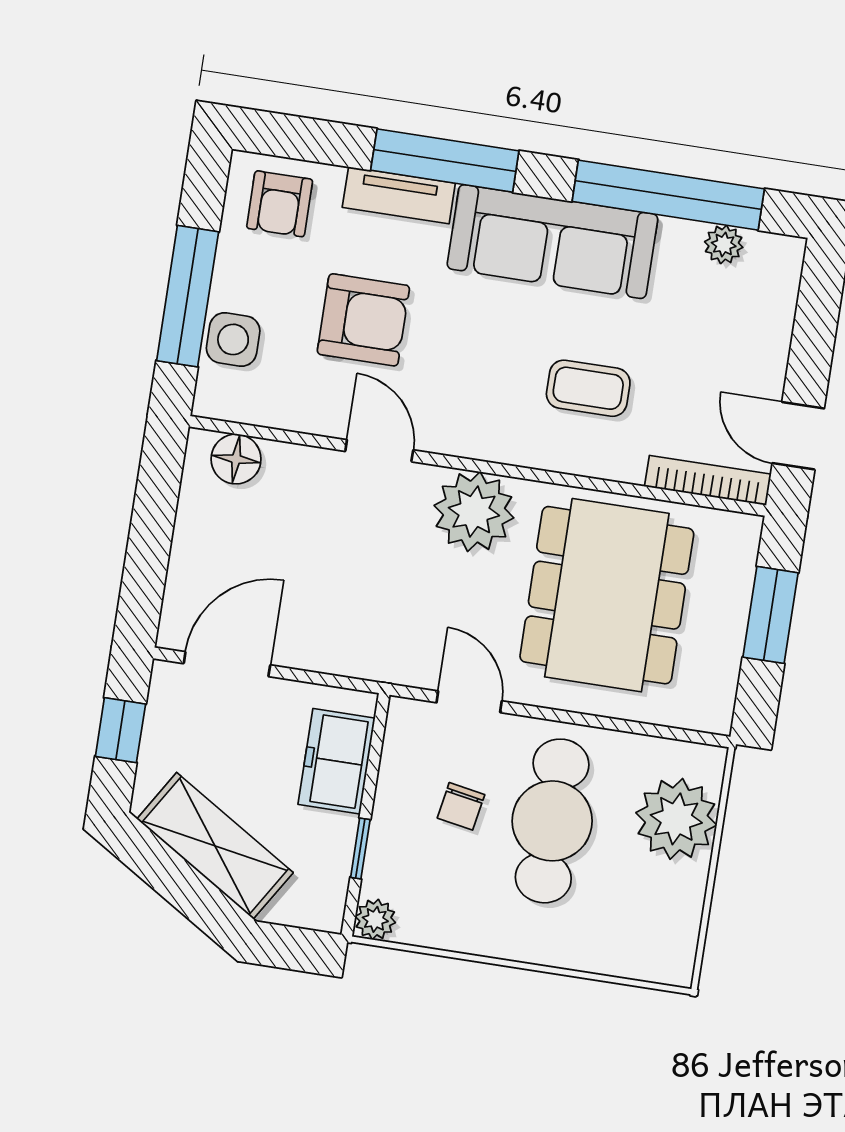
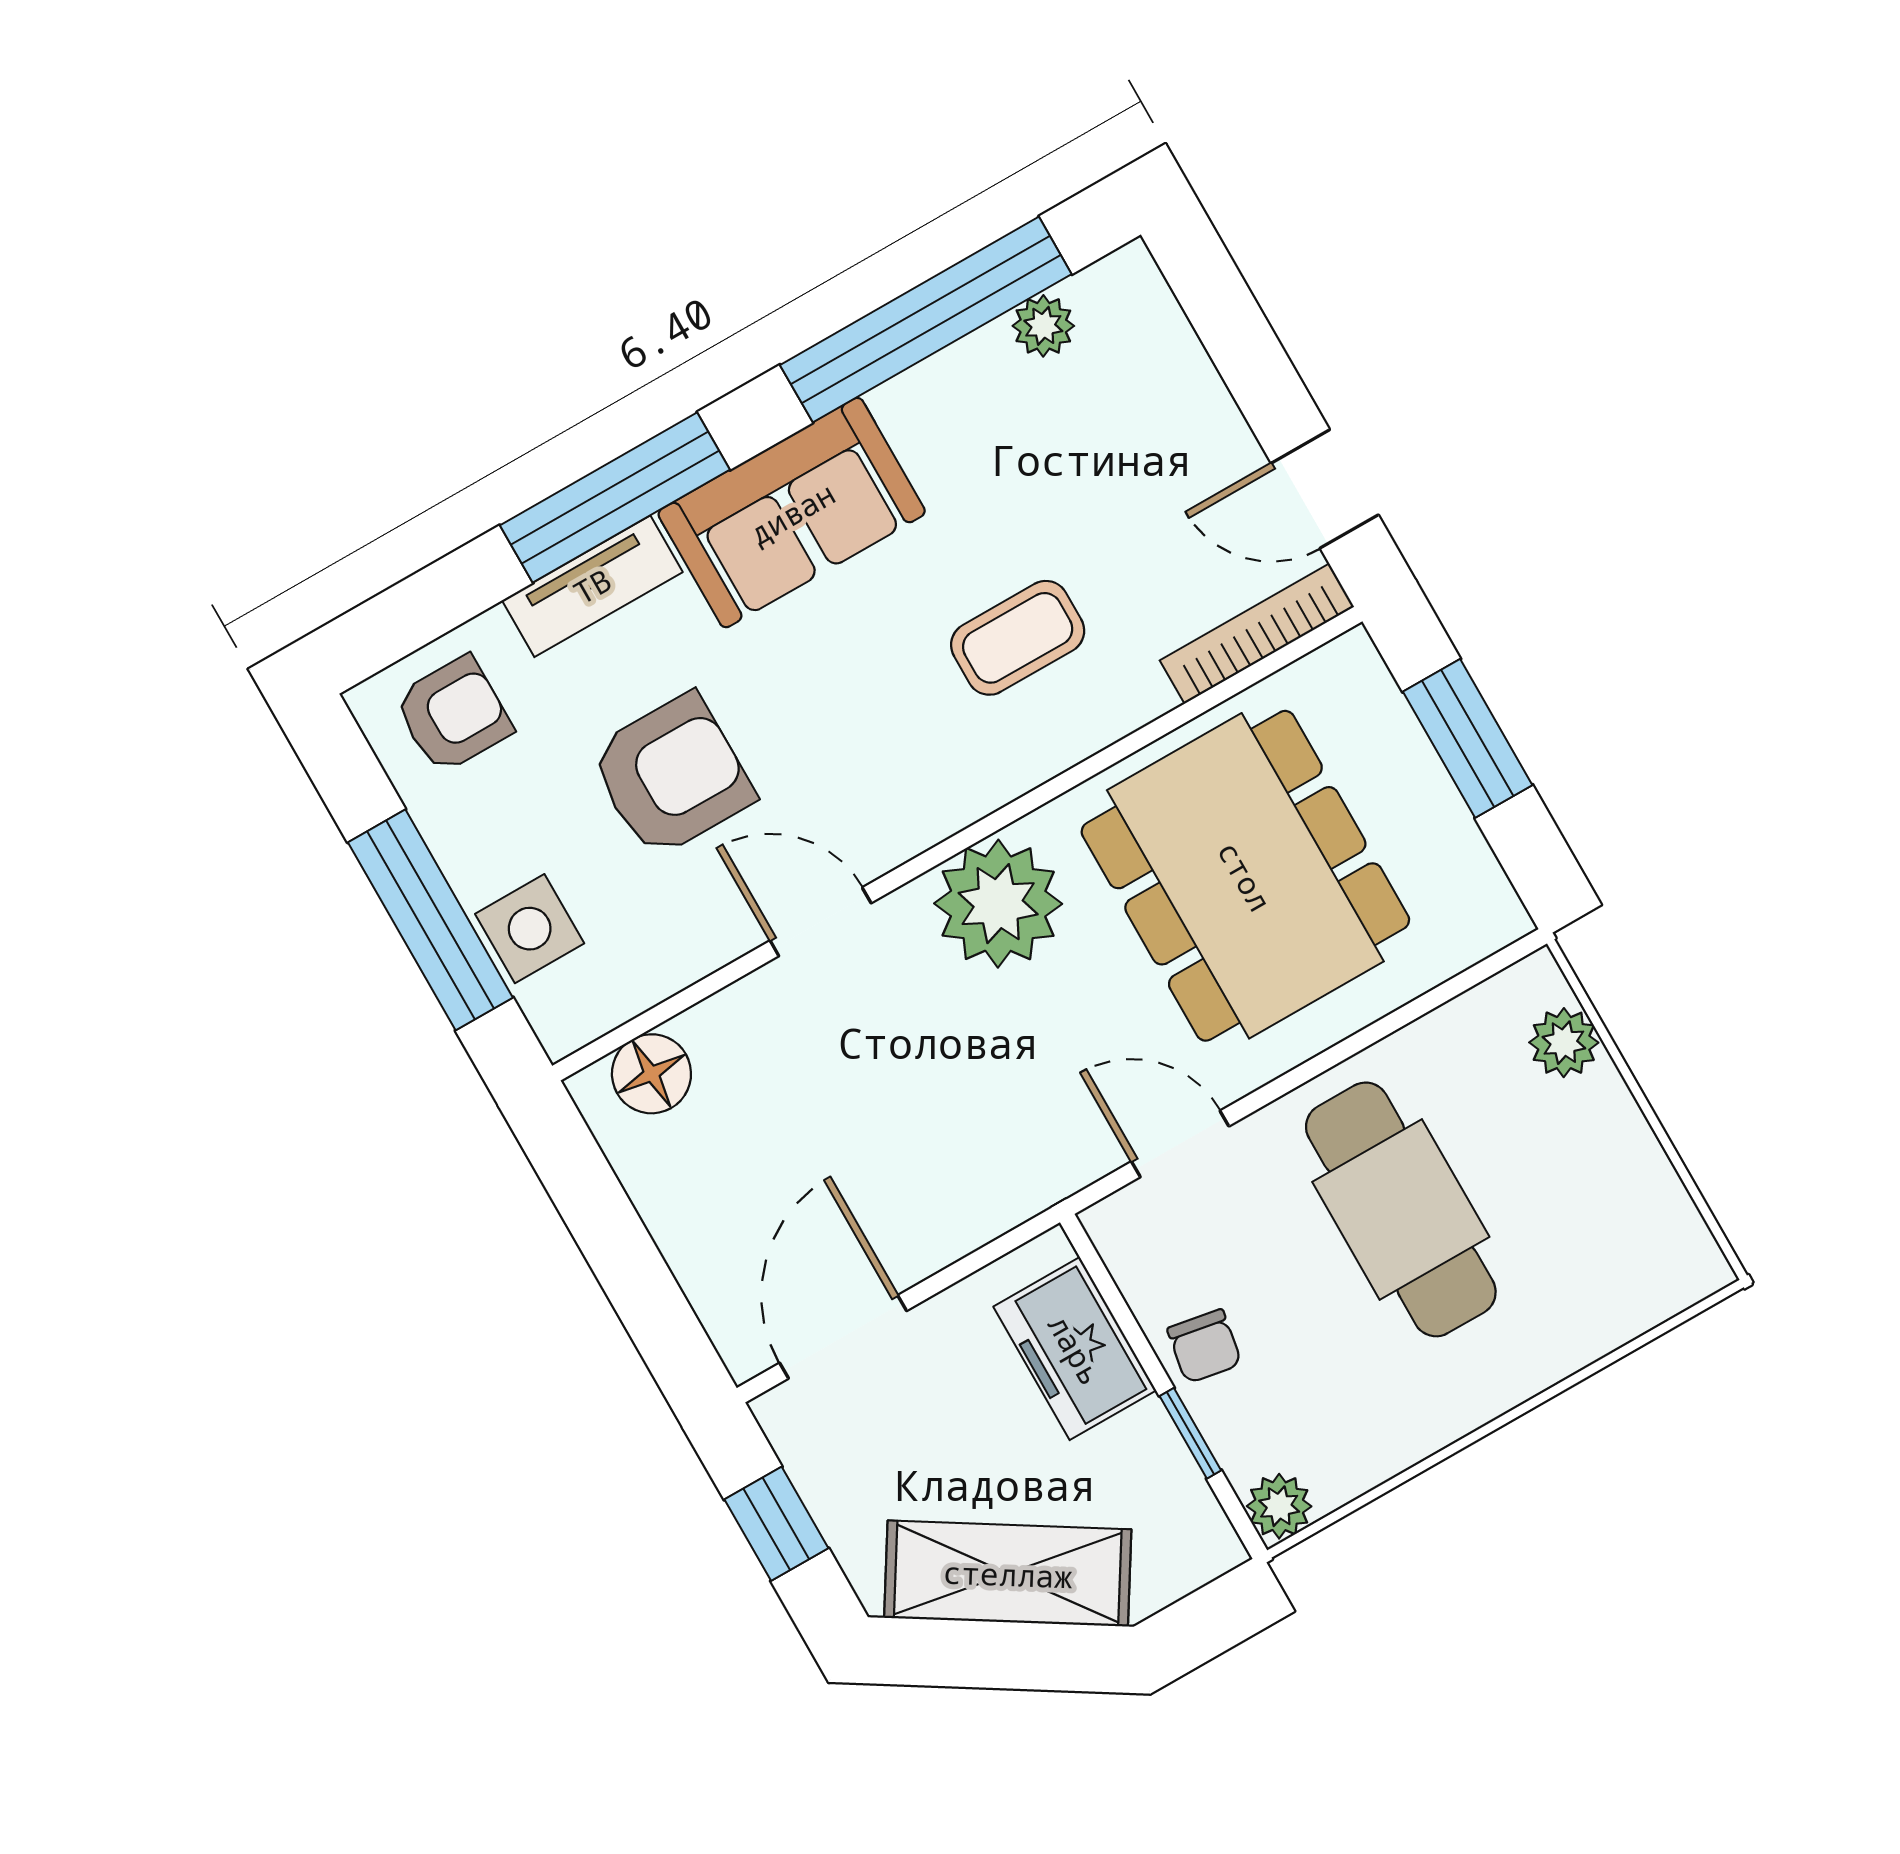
armchair: (280, 204) -> (453, 715), turned -90
sofa: (552, 242) -> (792, 513), width x0.73
chair: (461, 806) -> (1204, 1346), moved
plant: (676, 819) -> (1564, 1043), width x0.53, depth x0.53

